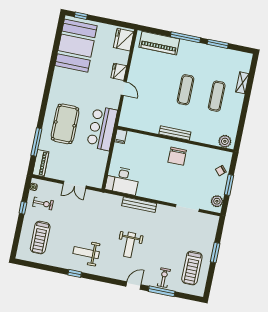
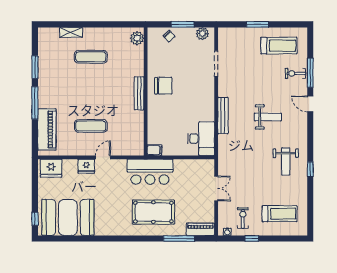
exercise mat: (185, 90) -> (91, 126), moved

